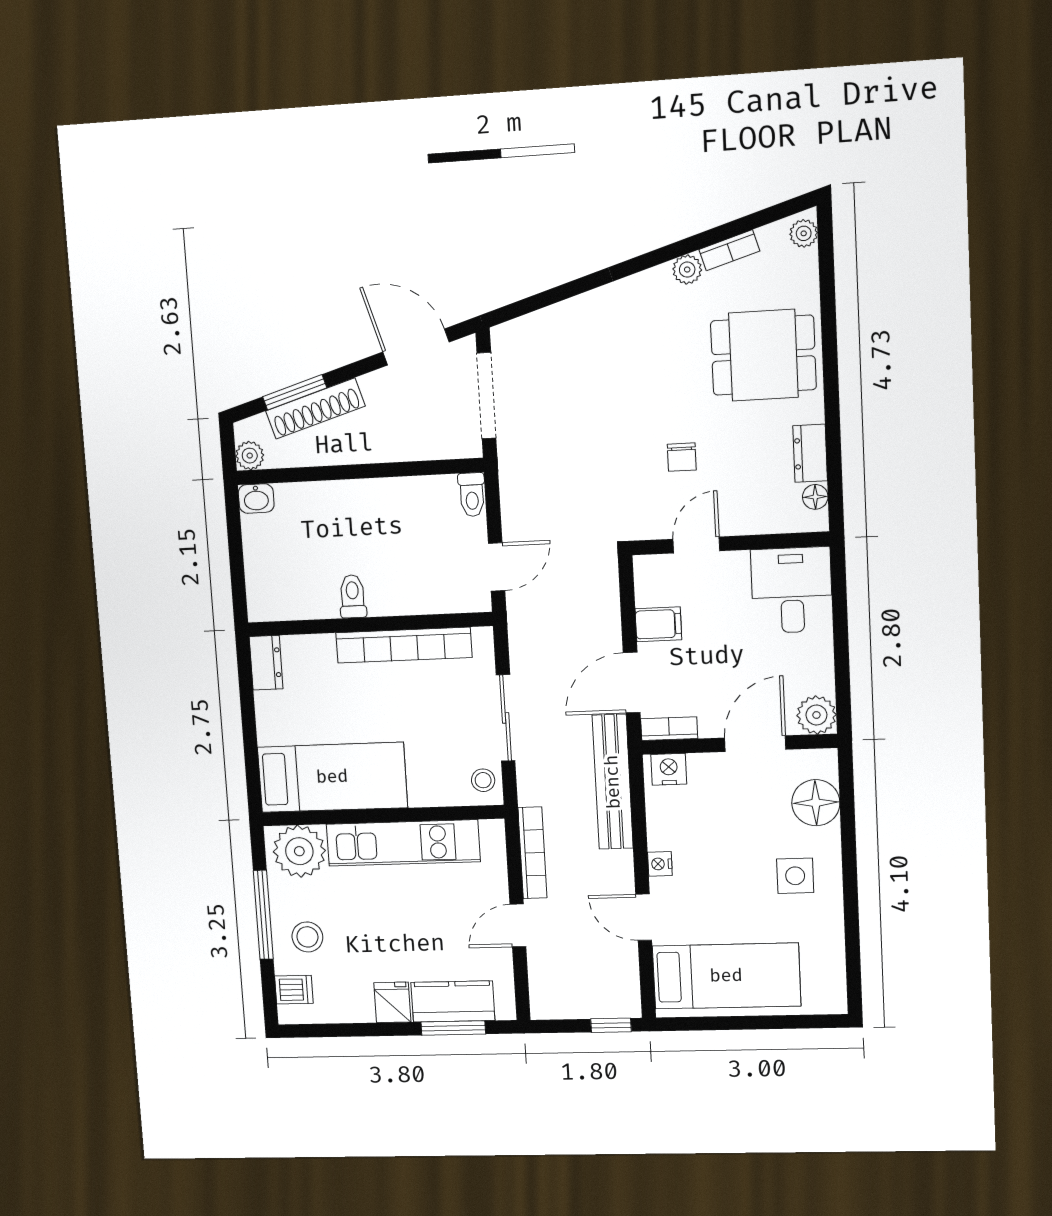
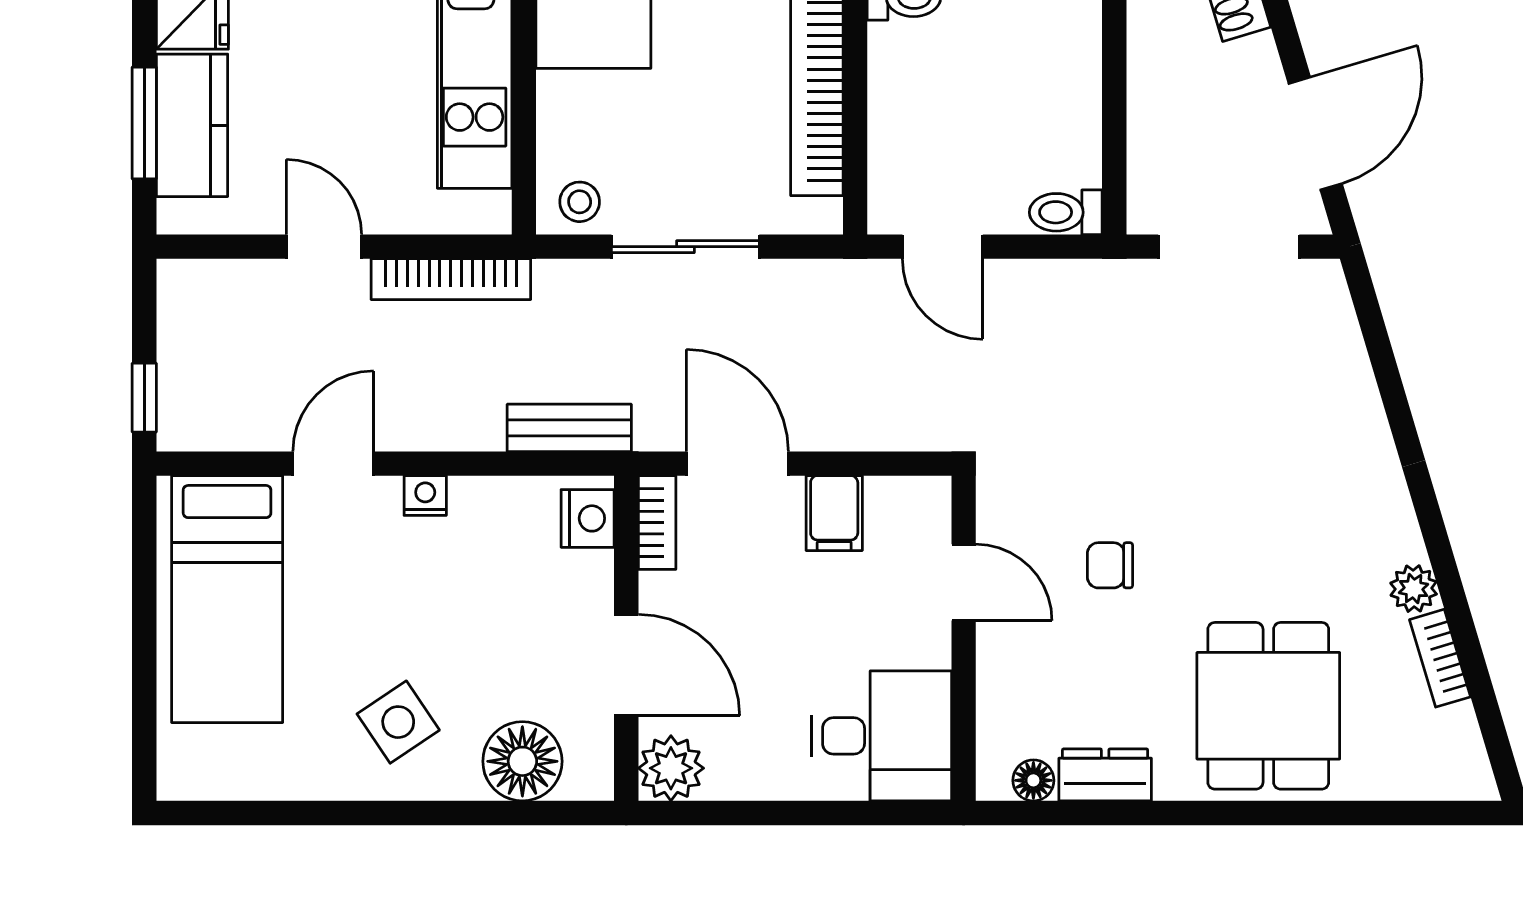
plant: (804, 233) -> (1459, 778), removed
bench: (613, 782) -> (569, 428), width x0.54, depth x0.82
side table: (795, 876) -> (398, 722), turned -34

